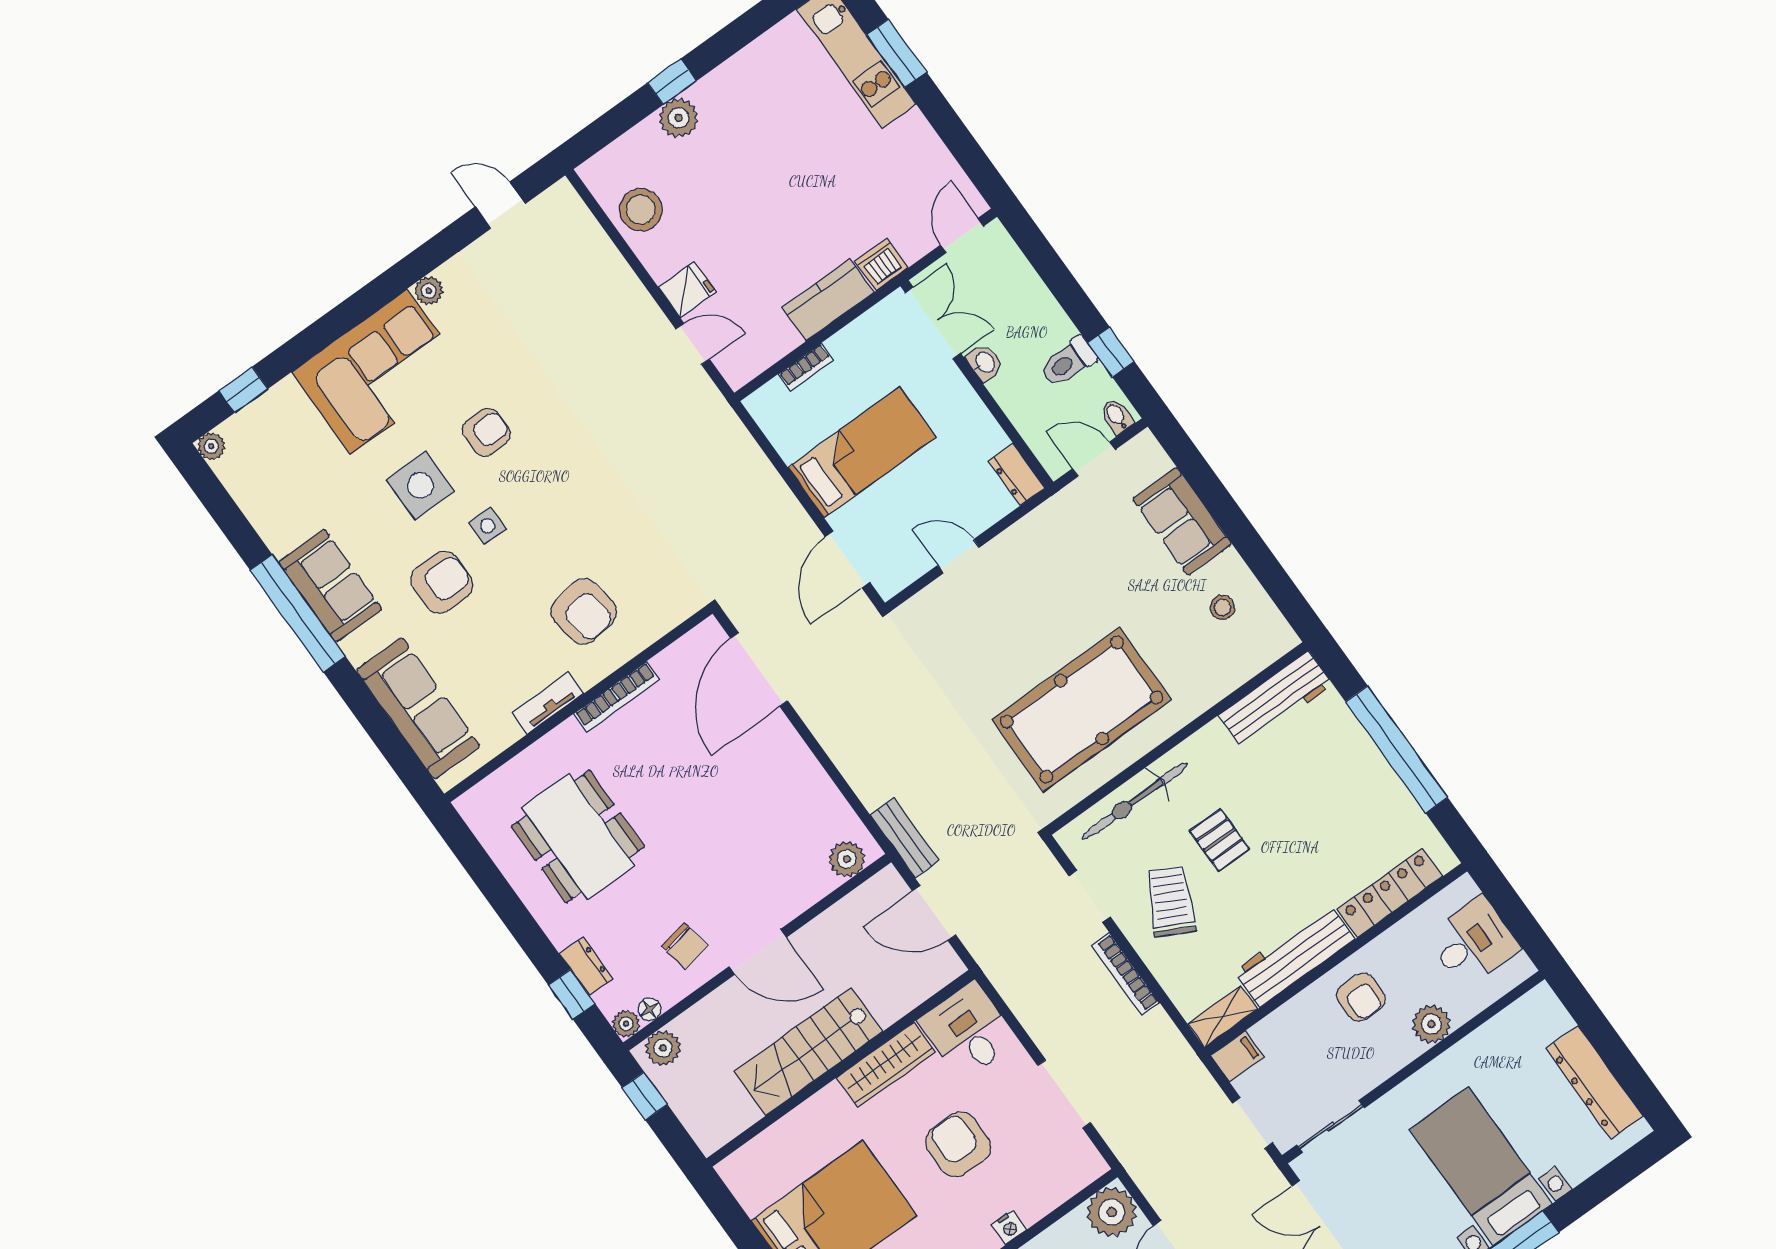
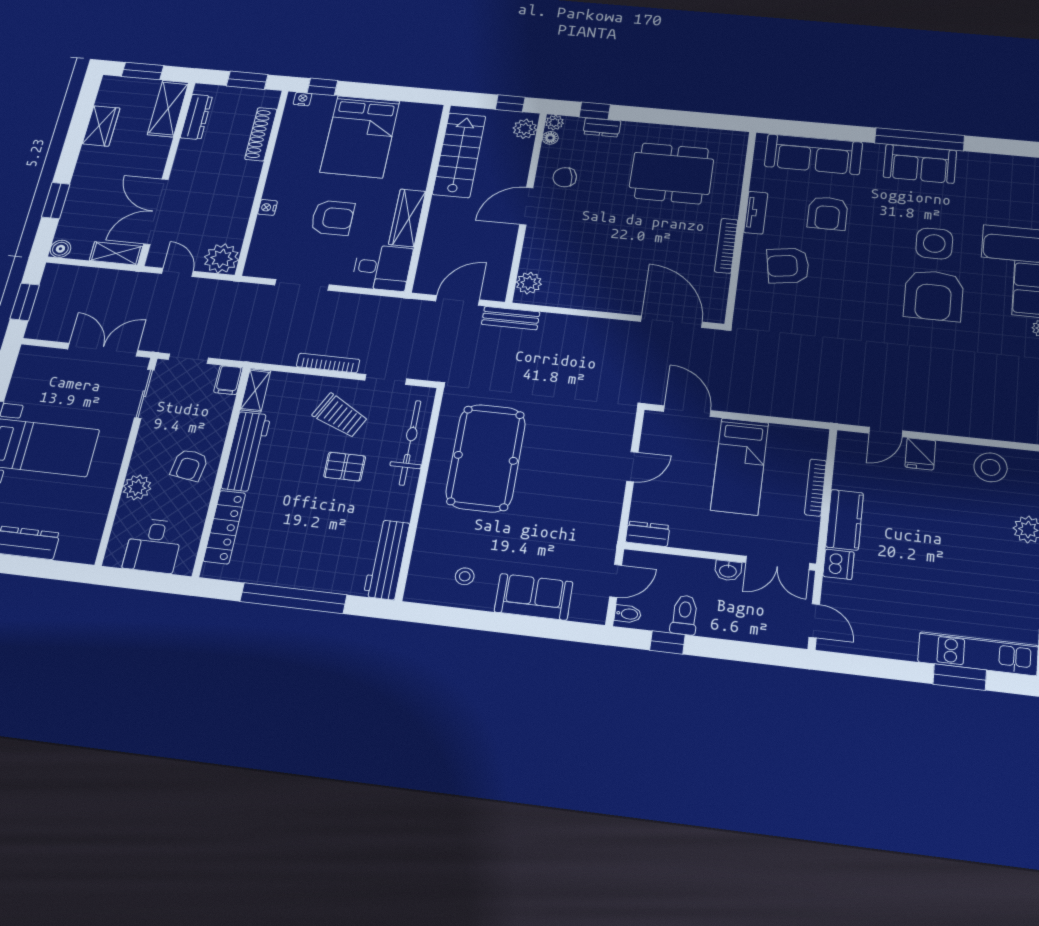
bookcase: (806, 367) -> (815, 488), width x1.56
armchair: (486, 432) -> (934, 295), width x1.88, depth x1.88
side table: (488, 526) -> (880, 257), removed
armchair: (442, 582) -> (828, 213), moved
armchair: (1361, 997) -> (189, 465), turned -81
stairs: (808, 1052) -> (459, 155), moved

